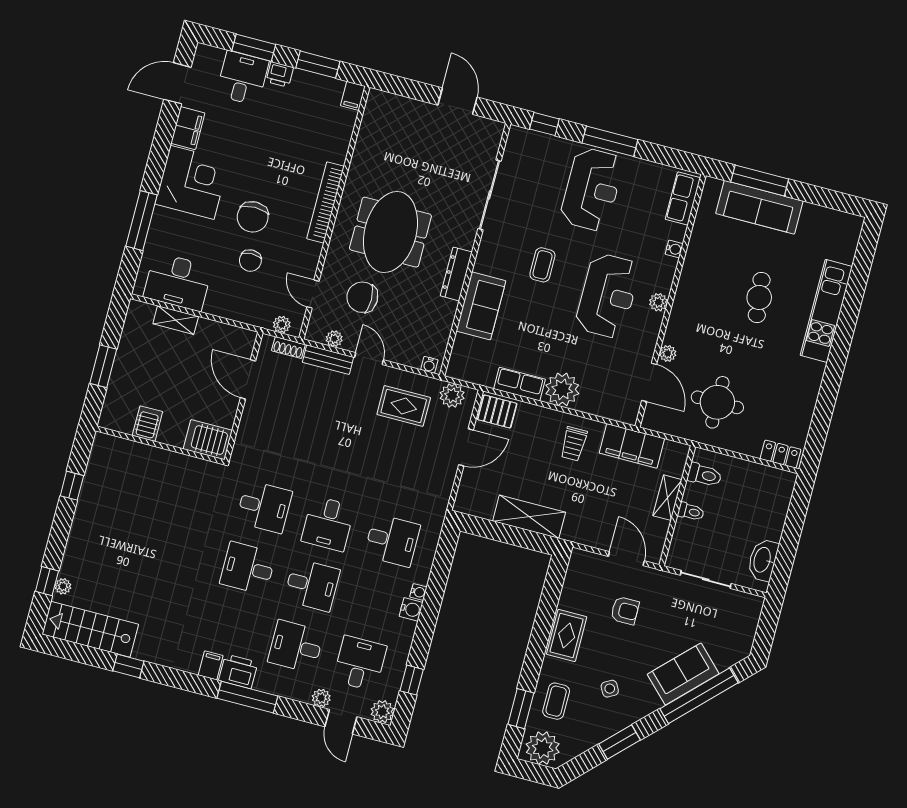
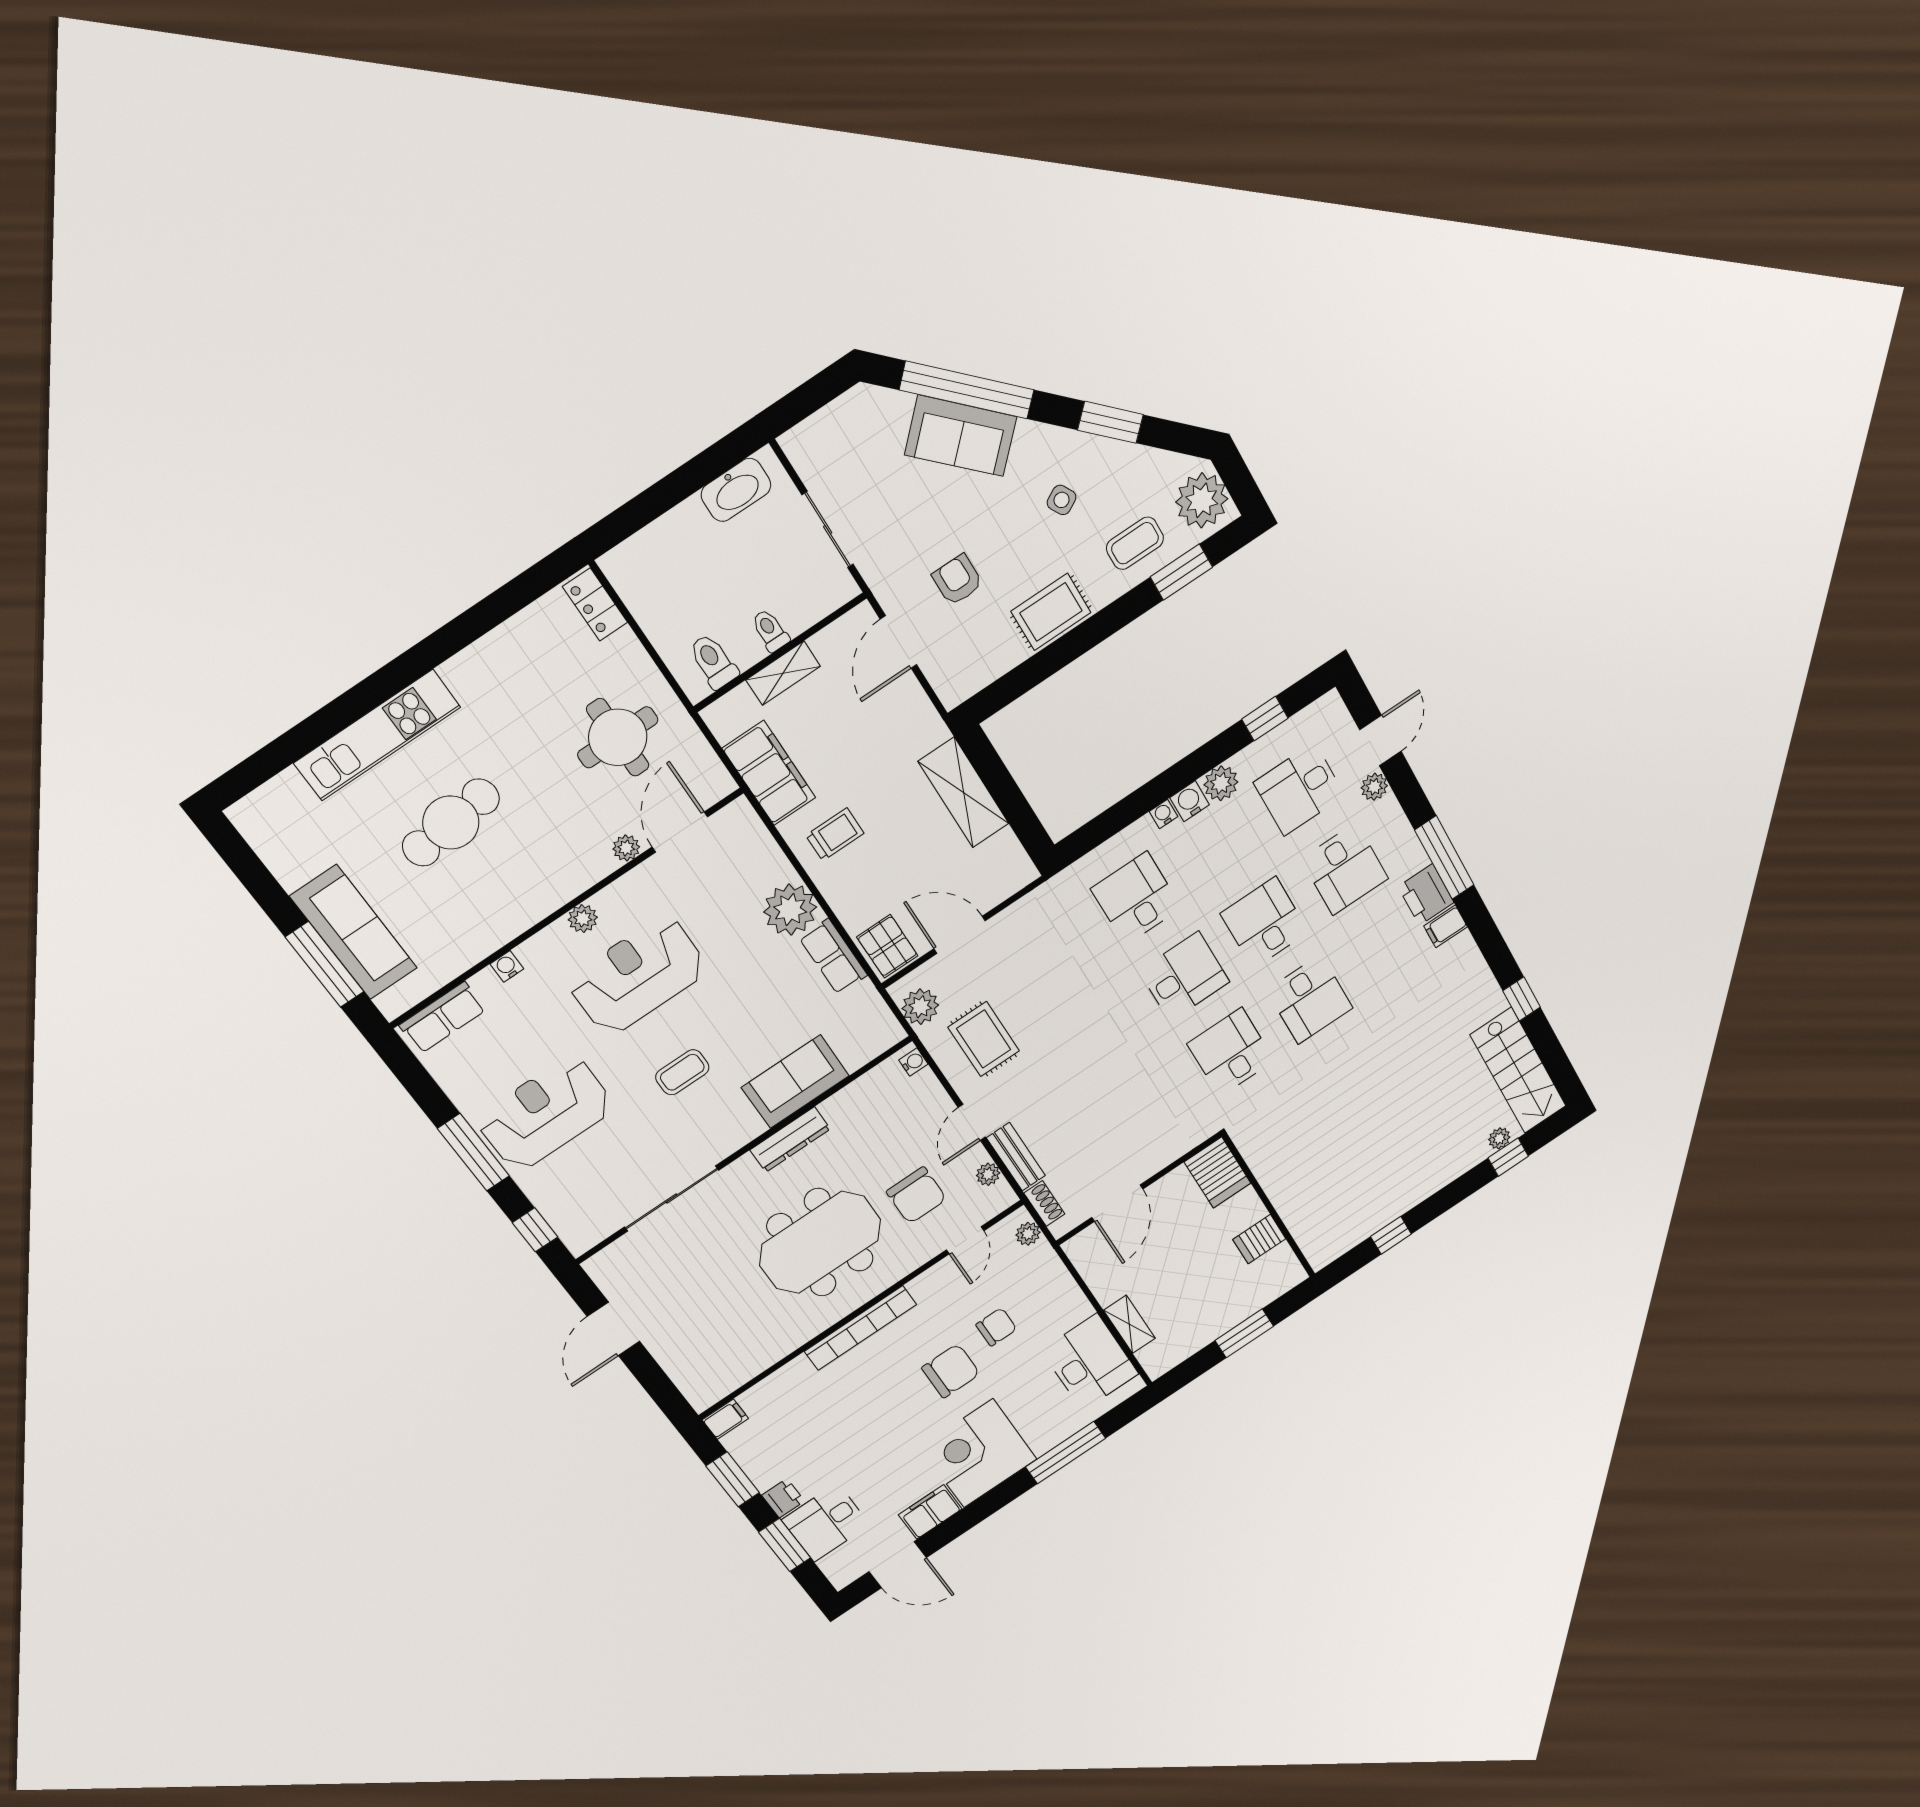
cafe table: (759, 298) -> (451, 823), width x1.37, depth x1.35
plant: (382, 712) -> (1221, 783), moved

